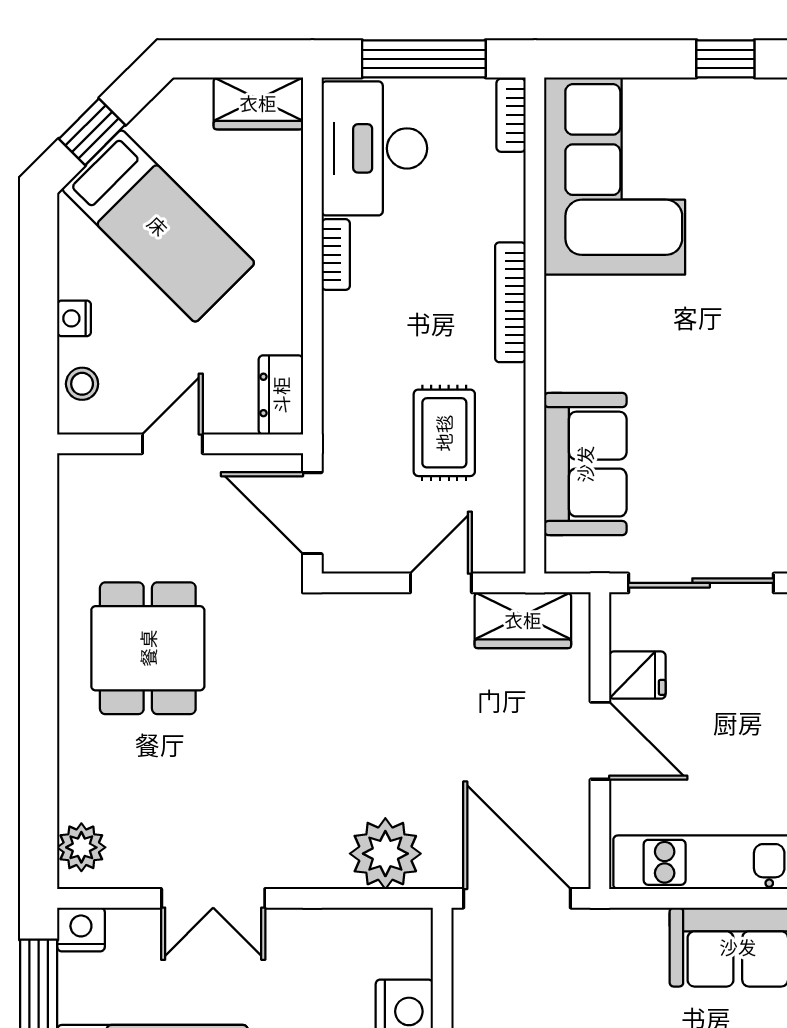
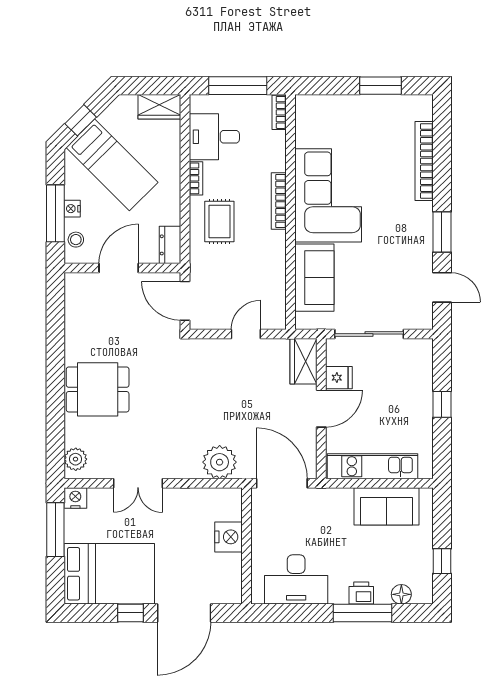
window: (725, 59) -> (381, 86), width x1.50
desk: (374, 148) -> (214, 137), width x0.73
corner sofa: (615, 176) -> (328, 195), moved
window: (39, 328) -> (55, 213), added
rug: (444, 433) -> (219, 222), moved
door: (172, 444) -> (119, 268), width x1.38
wardrobe: (523, 620) -> (303, 361), moved, turned 90
dining table: (148, 648) -> (98, 389), moved, turned 90
door: (600, 741) -> (321, 409), hinge flipped

